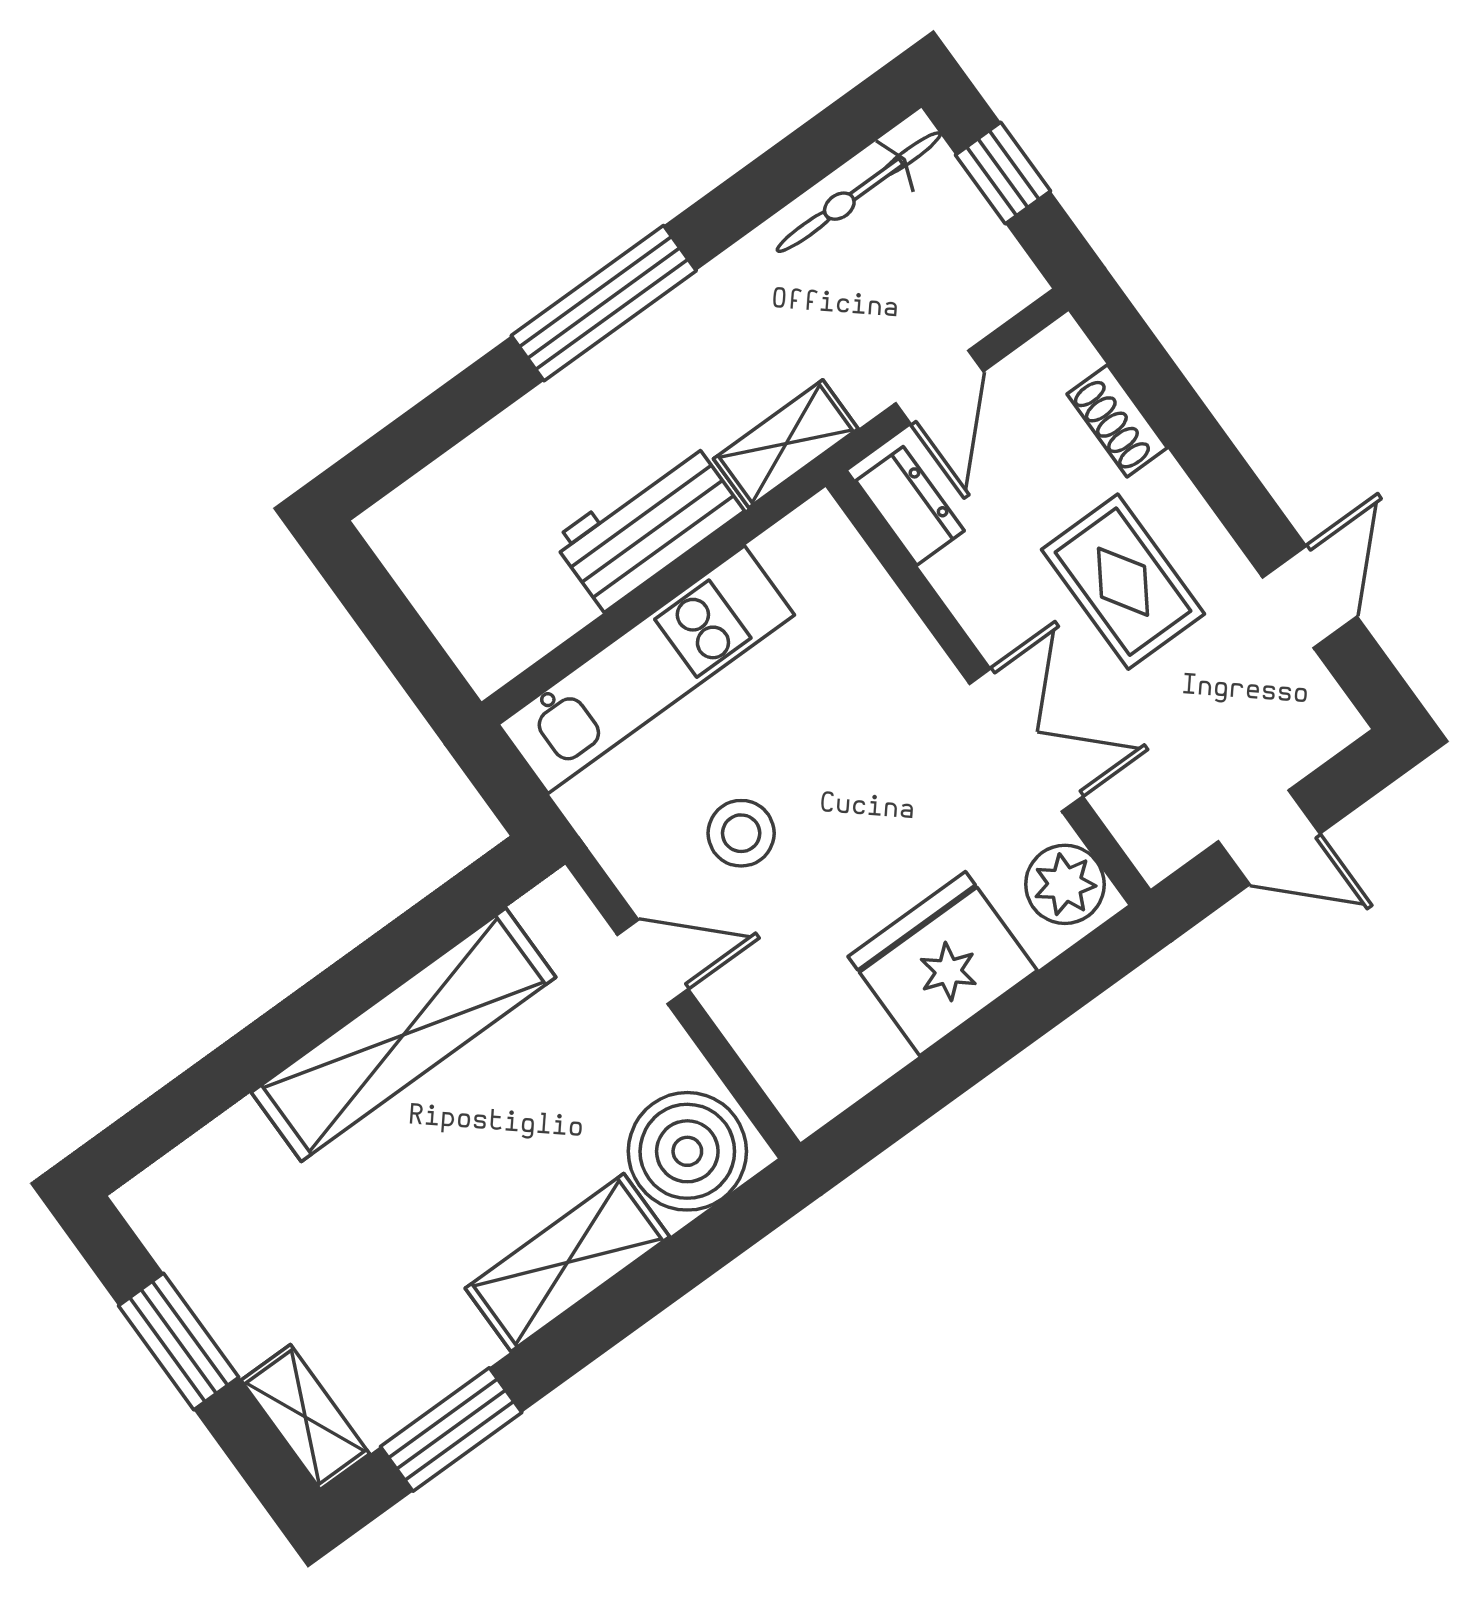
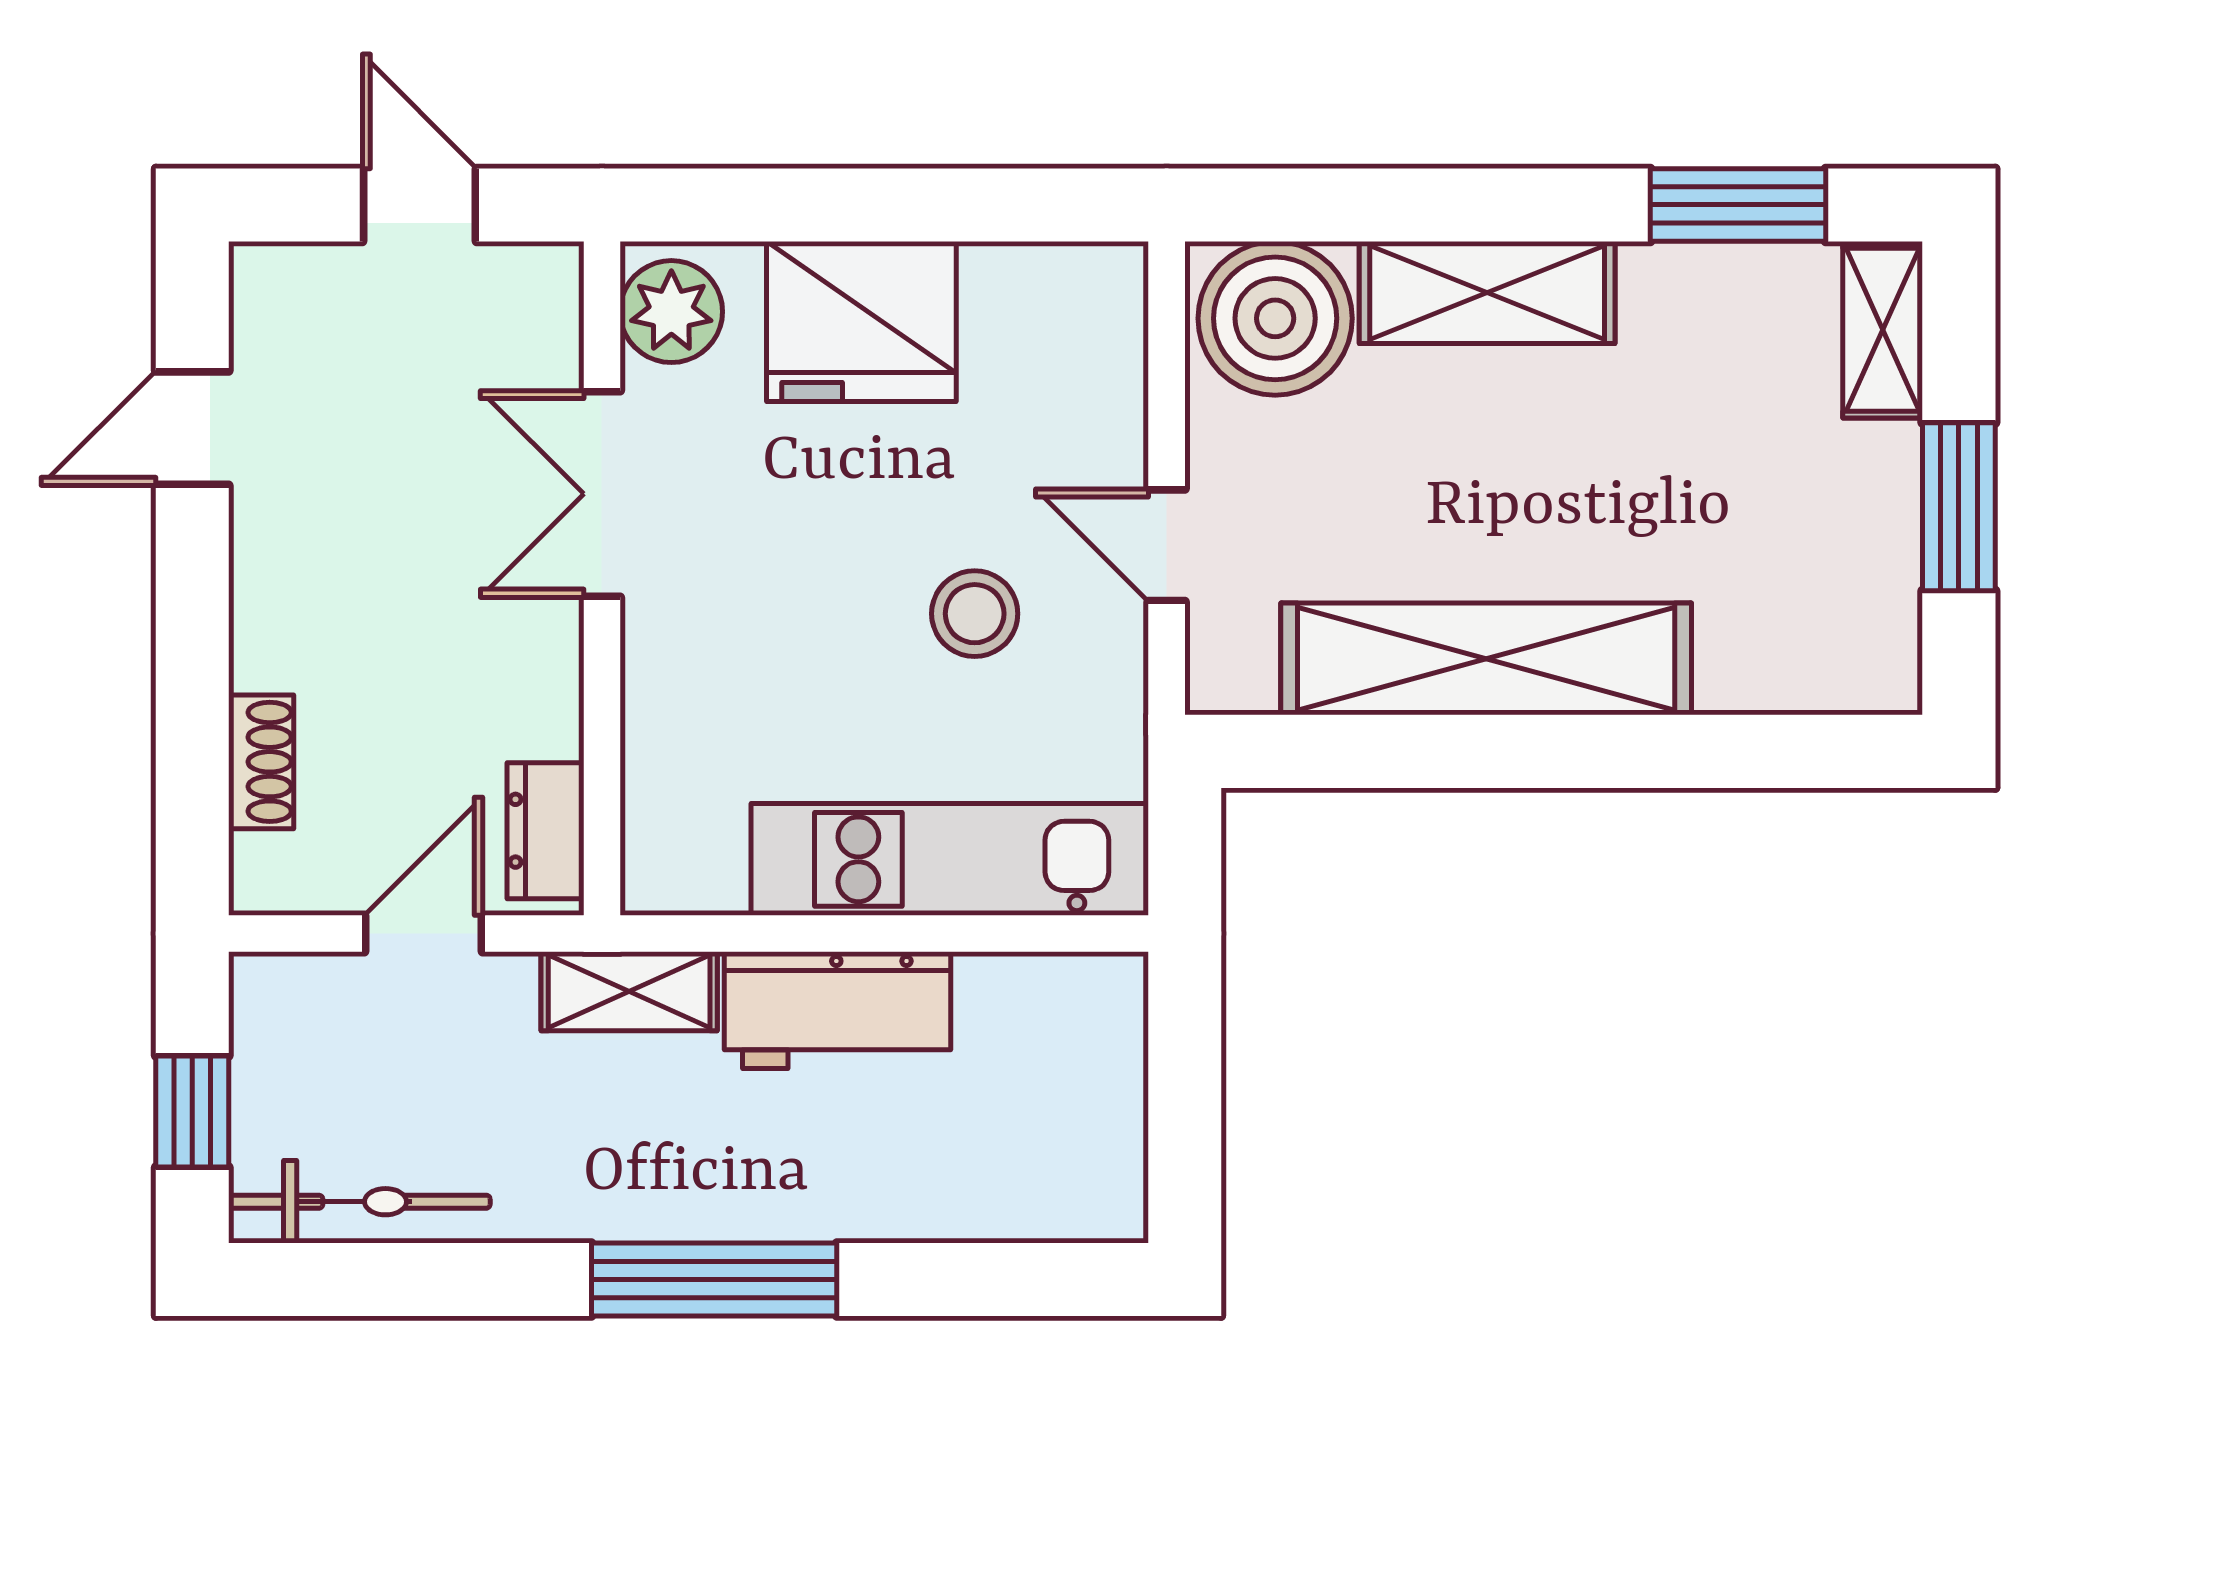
rug: (1123, 582) -> (378, 587), removed

